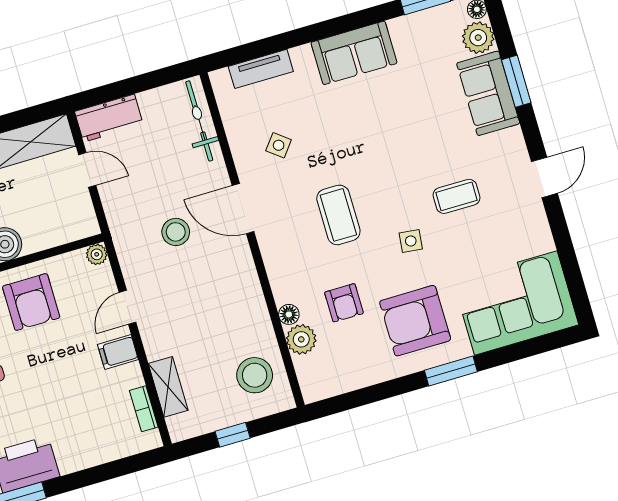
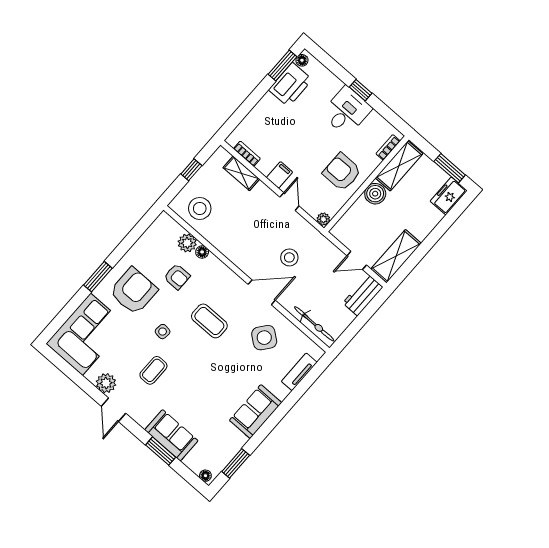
plant: (478, 38) -> (106, 383), moved
side table: (279, 145) -> (264, 338), width x1.87, depth x1.87
armchair: (344, 303) -> (177, 277), turned 180

